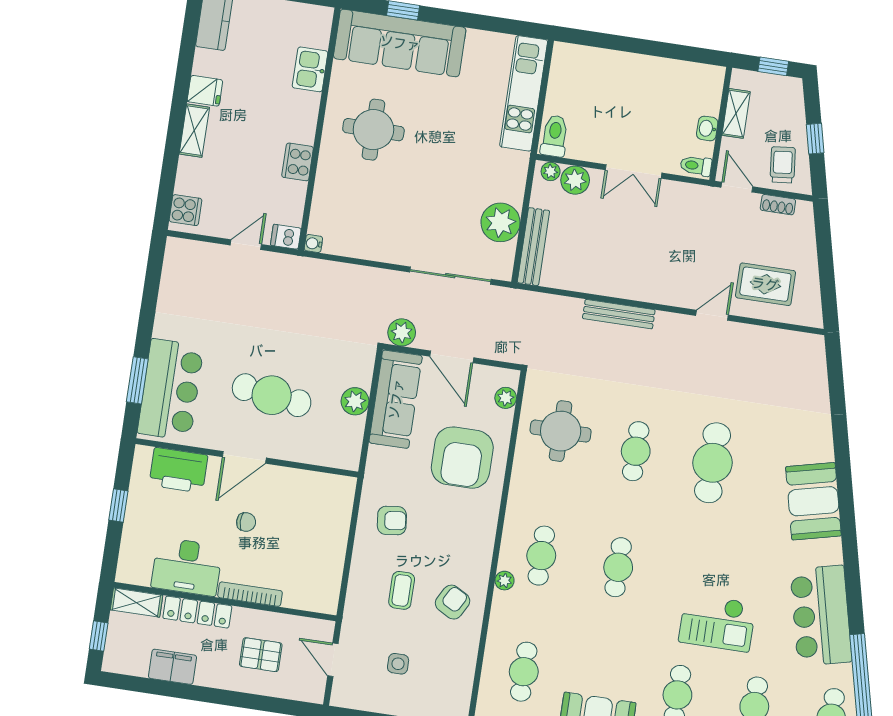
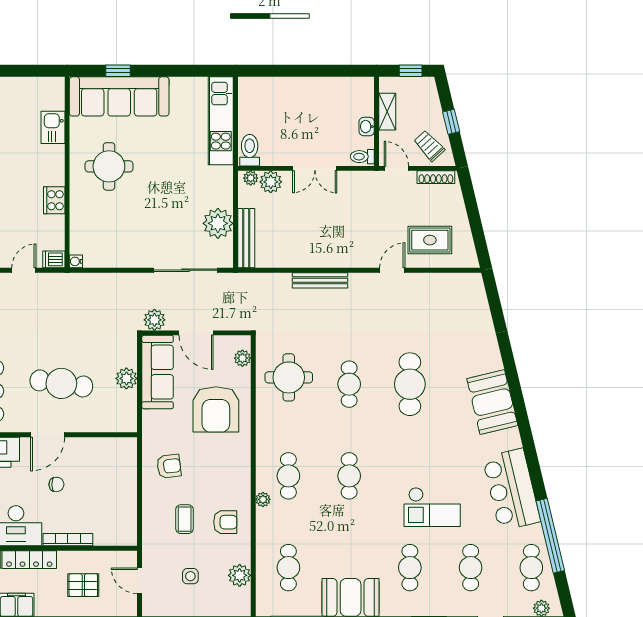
trolley: (783, 165) -> (429, 146), turned -37
shoe rack: (778, 205) -> (436, 177), width x1.43
armchair: (453, 602) -> (225, 522), turned 61
plant: (460, 672) -> (240, 575), added

